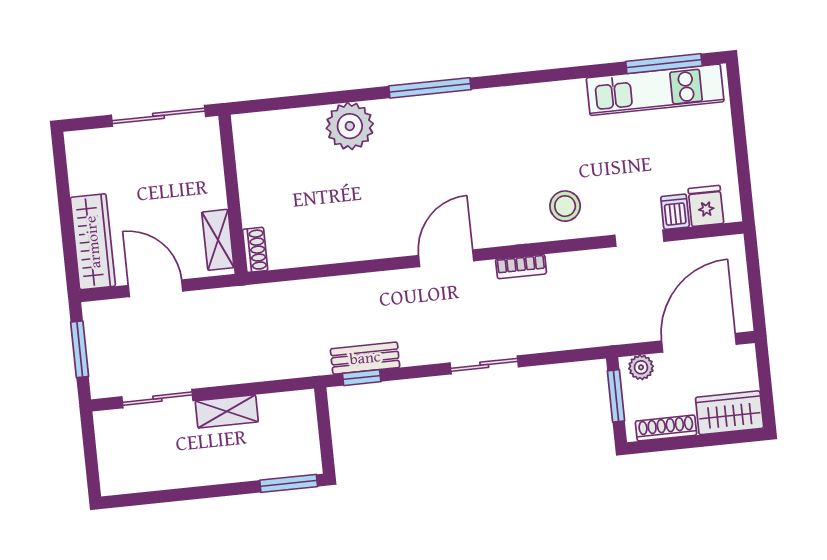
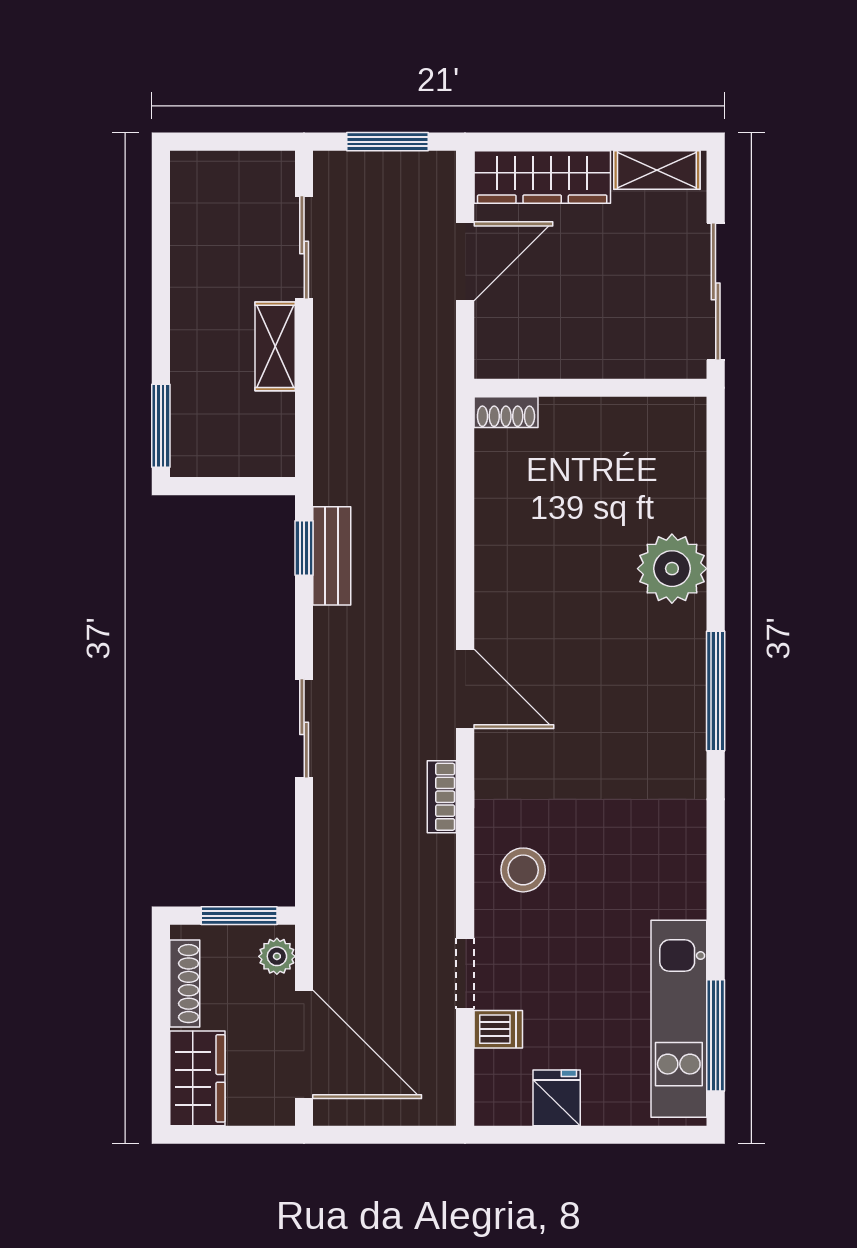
fridge: (706, 206) -> (557, 1098), moved, turned -90
shelving: (218, 240) -> (657, 170), moved

